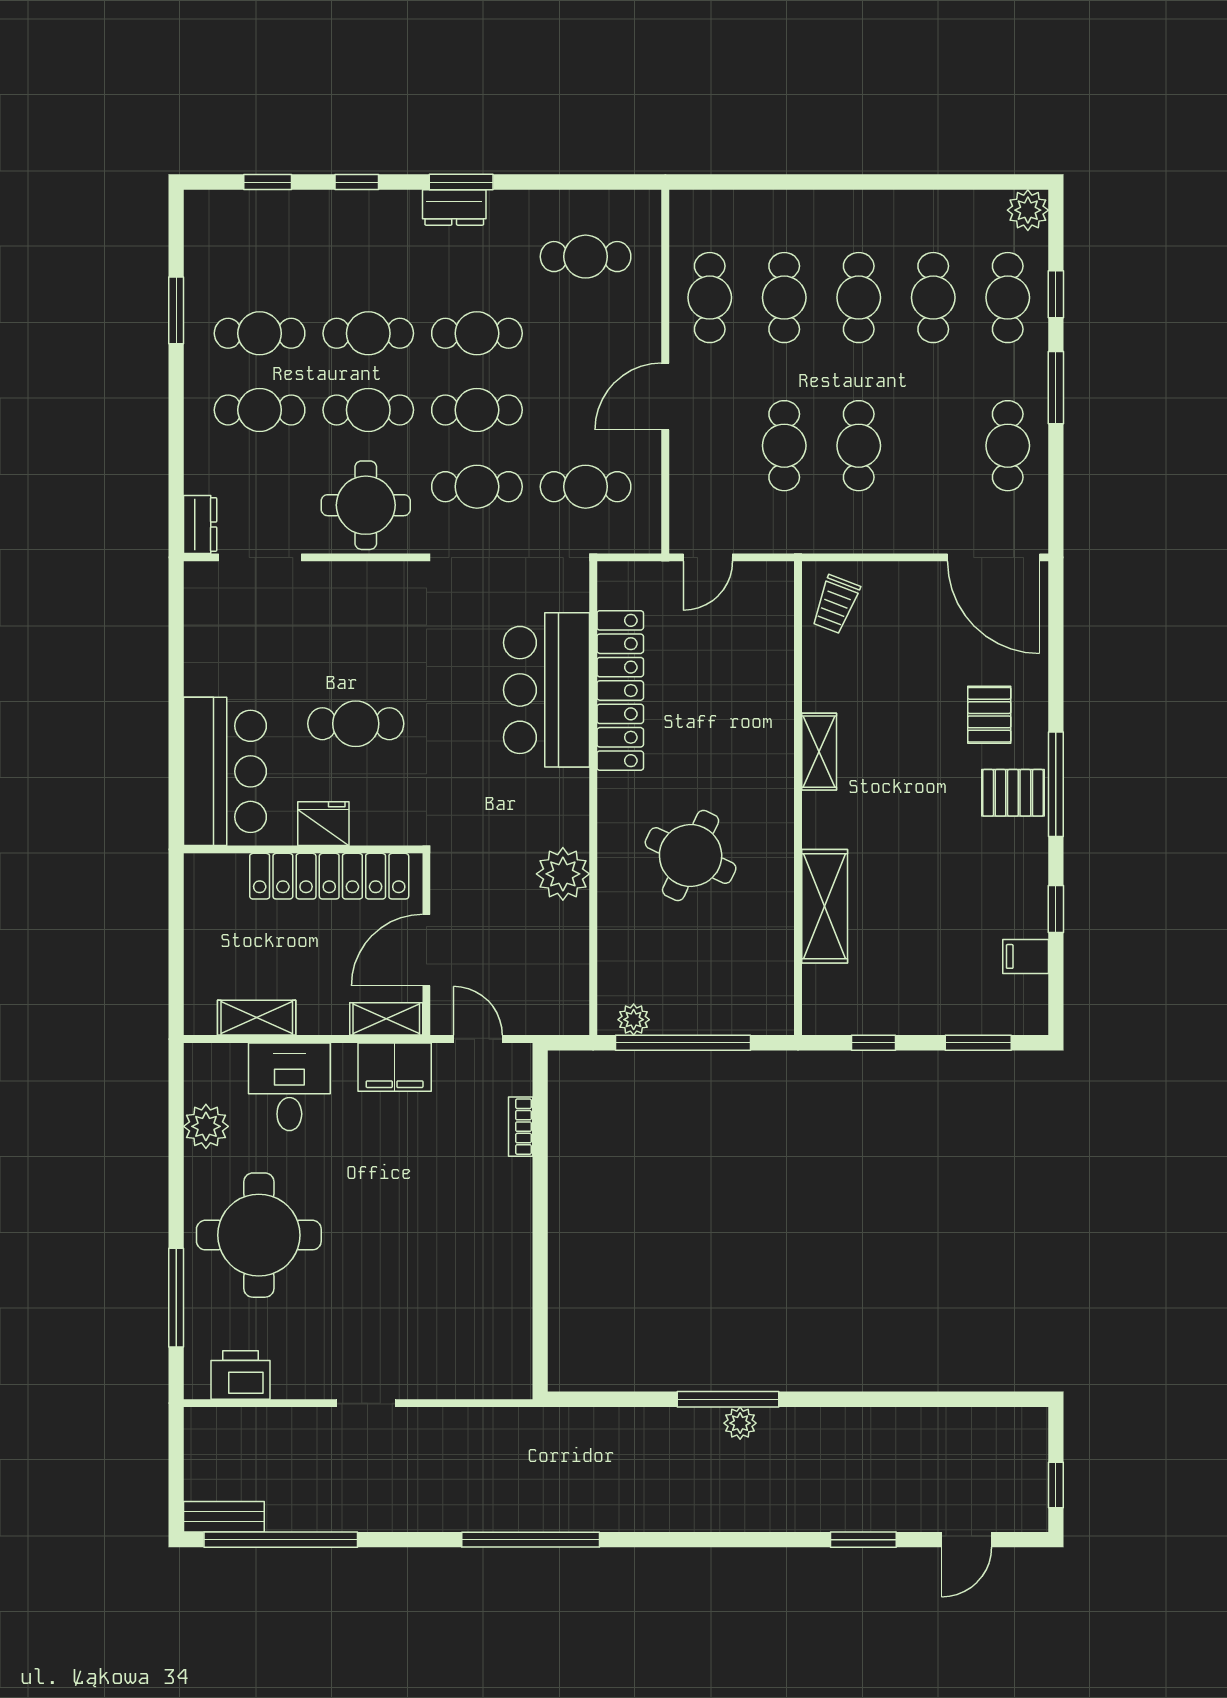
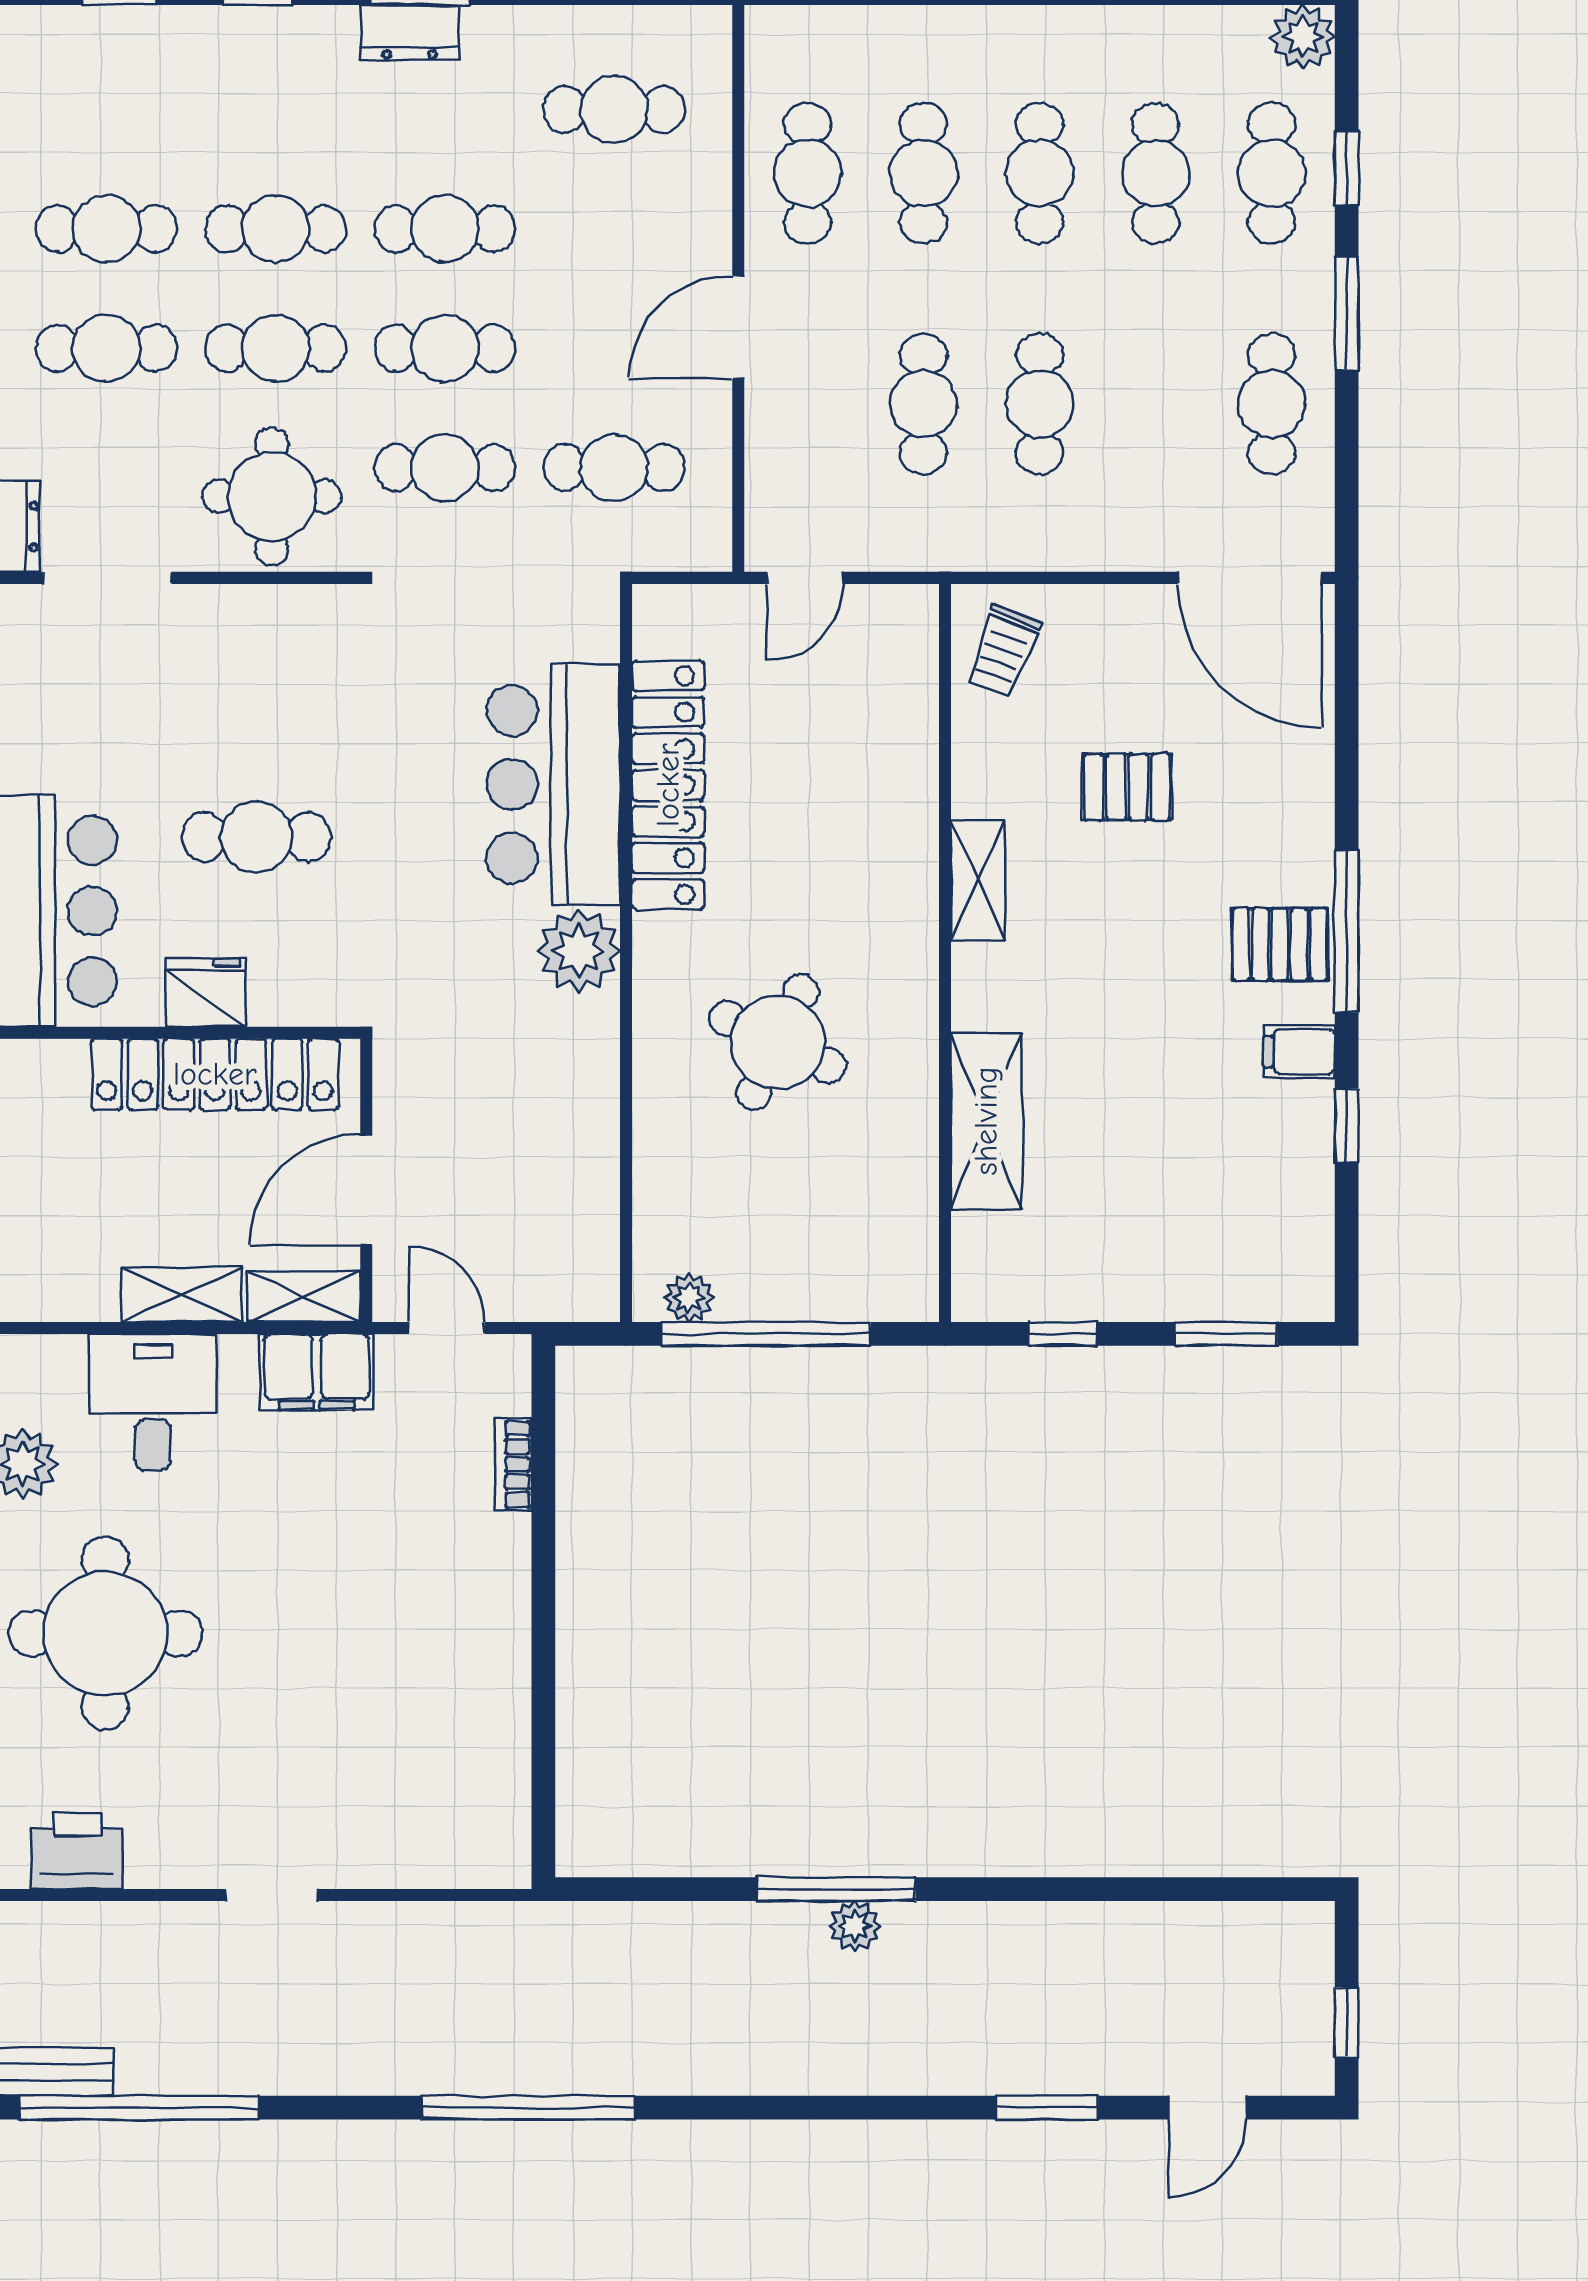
pallet: (989, 715) -> (1127, 787), moved, turned 90
plant: (563, 874) -> (579, 951), moved
filing cabinet: (1026, 956) -> (1299, 1052), moved
shelving: (257, 1018) -> (182, 1295), moved

